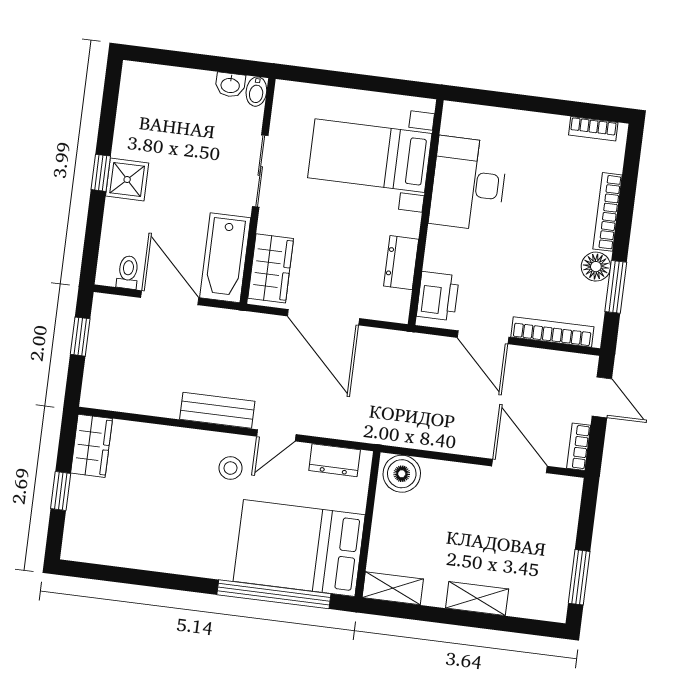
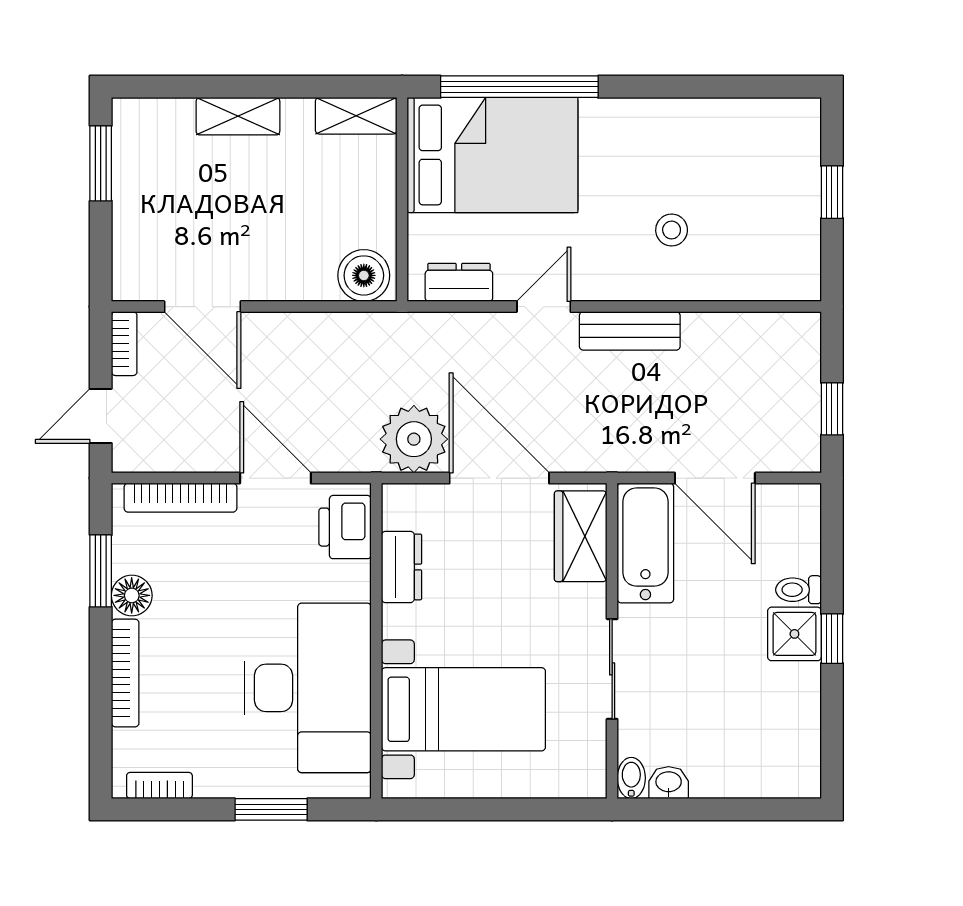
window: (516, 102) -> (271, 809), added
desk: (468, 184) -> (308, 688), width x1.36, depth x1.30
toilet: (128, 272) -> (798, 590), moved, turned 90
plant: (381, 353) -> (414, 439), added
door: (602, 397) -> (101, 416), hinge flipped
wardrobe: (92, 446) -> (797, 260), removed
stool: (231, 468) -> (672, 230), moved

